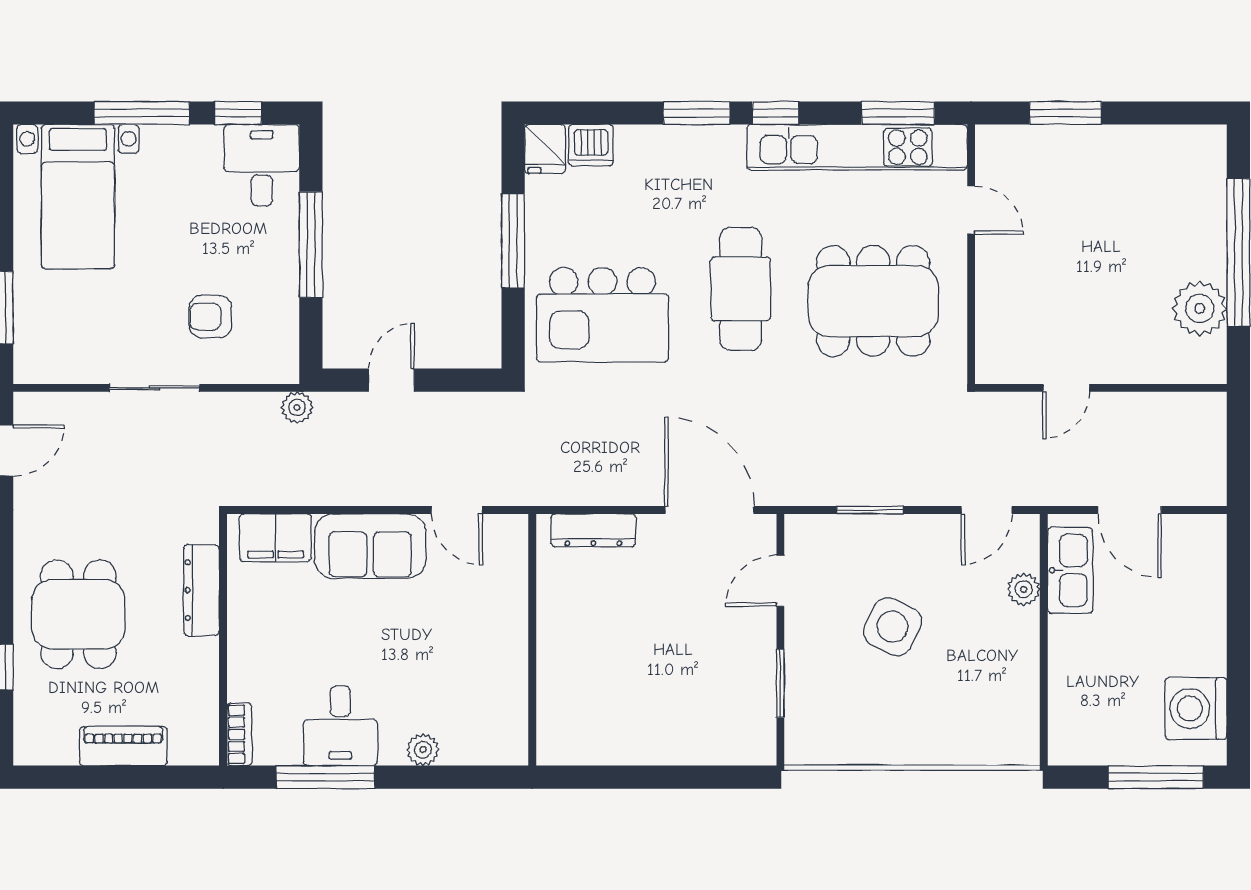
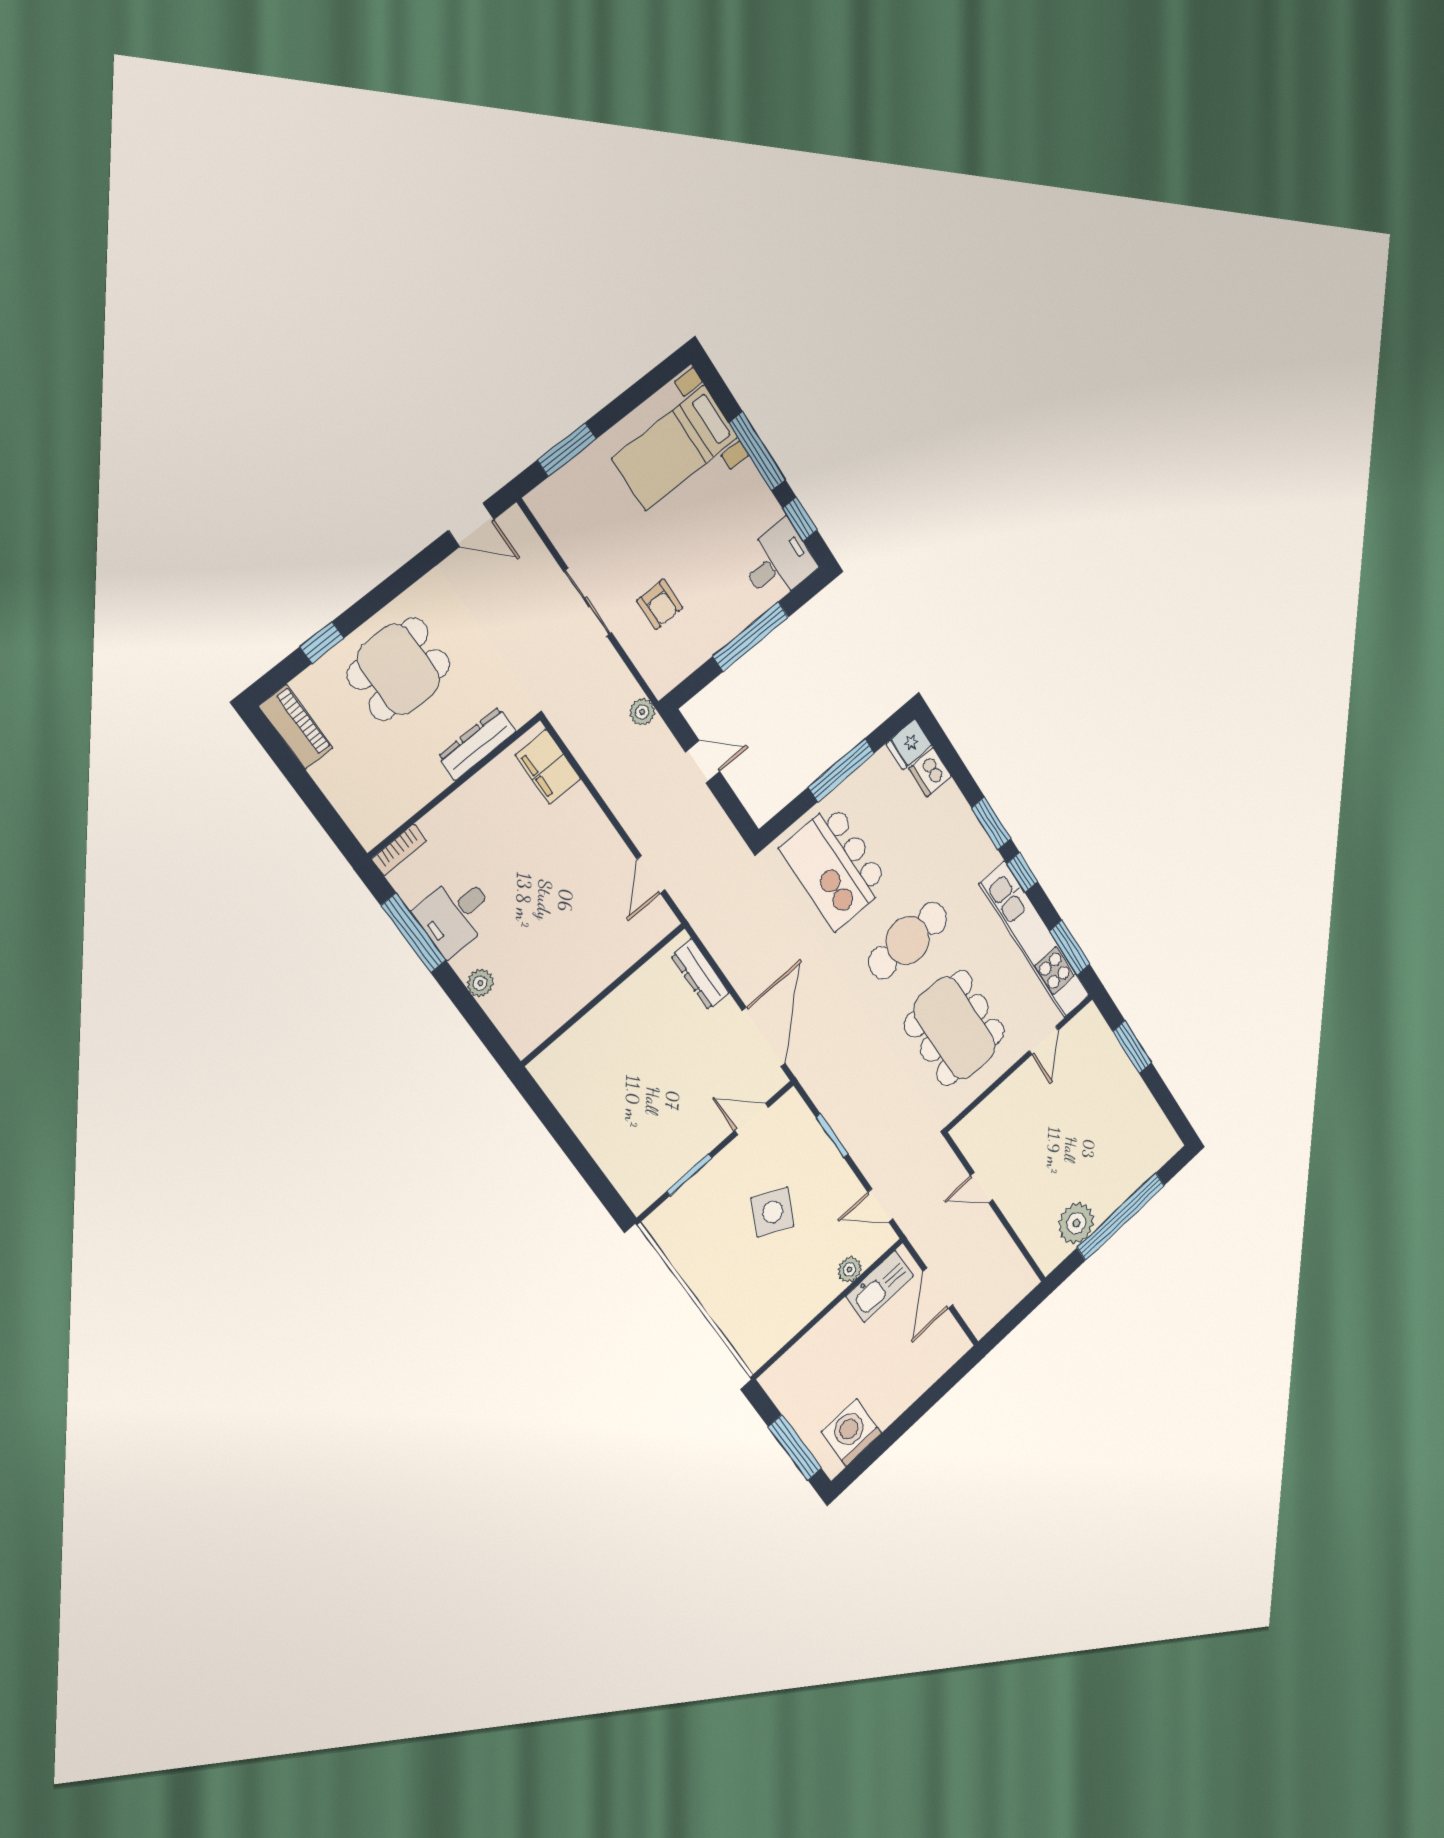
armchair: (210, 317) -> (660, 604), turned 180
sofa: (370, 546) -> (588, 836), removed
piano: (123, 746) -> (296, 727), moved

